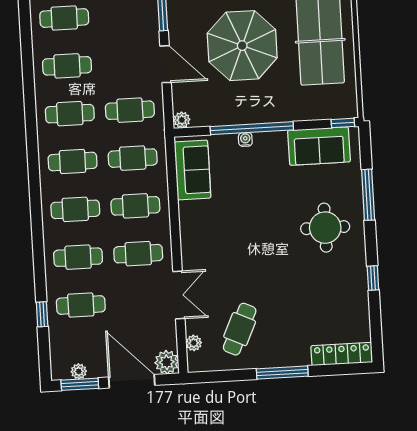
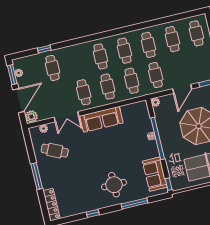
sofa: (193, 170) -> (101, 119), moved, width x1.36
cafe table: (78, 257) -> (76, 62), removed

